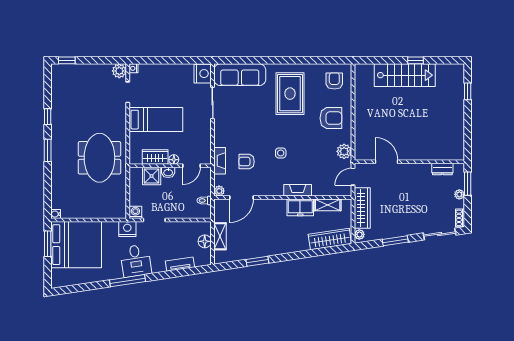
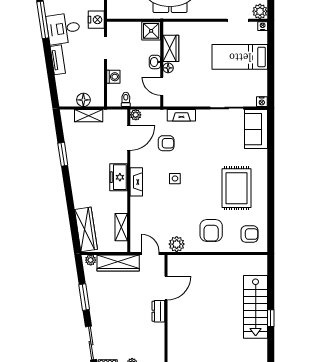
nightstand: (203, 74) -> (262, 102), width x0.53, depth x0.56
sofa: (240, 75) -> (256, 129), width x0.73
rug: (290, 94) -> (236, 188), turned 90
bed: (156, 120) -> (240, 57), moved, turned 90
fireplace: (220, 161) -> (181, 115), moved
armchair: (247, 162) -> (166, 143), turned 90
dresser: (442, 169) -> (158, 311), moved
shower: (152, 176) -> (151, 31), moved
fireplace: (298, 190) -> (136, 182), moved
door: (242, 198) -> (129, 138), swing flipped
freezer: (300, 207) -> (119, 177), moved
washing machine: (135, 212) -> (113, 77), moved
tv unit: (180, 264) -> (58, 60), moved

